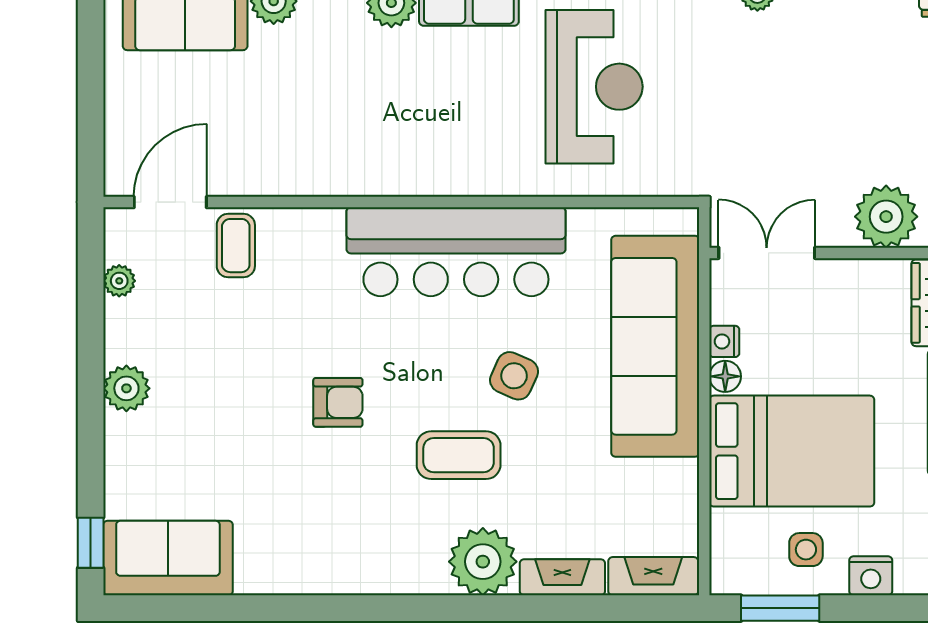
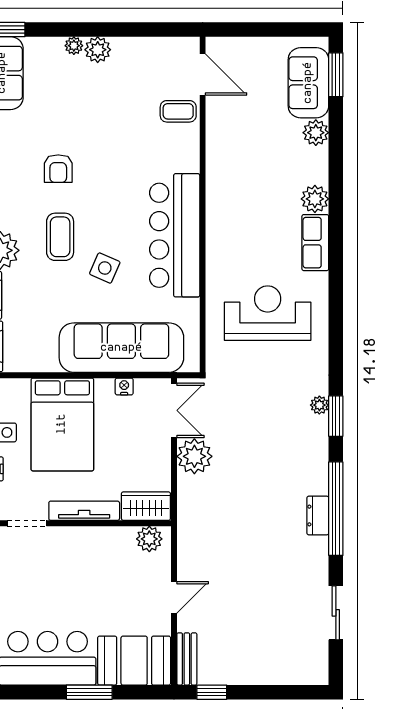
reception desk: (594, 87) -> (268, 313), turned 180
plant: (886, 217) -> (194, 456), moved
plant: (119, 281) -> (74, 46), moved
floor lamp: (725, 376) -> (104, 387), removed
armchair: (338, 402) -> (58, 169), moved

